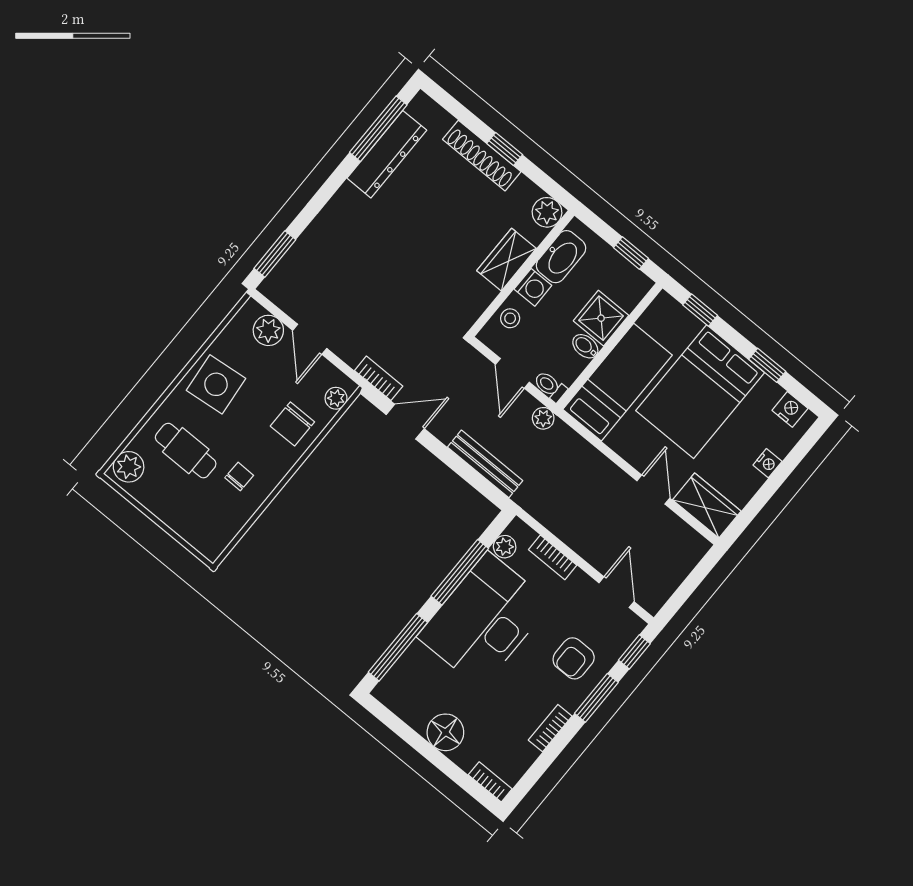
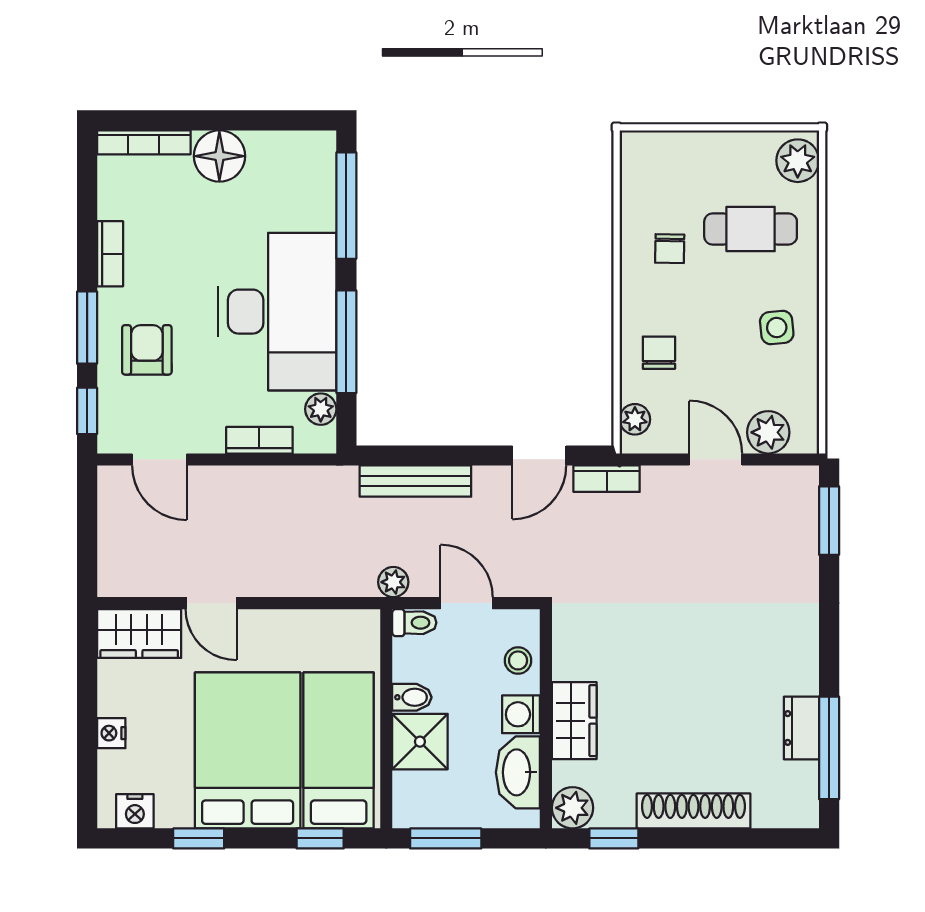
window: (505, 149) -> (614, 838), moved
dresser: (387, 154) -> (801, 728), width x0.51, depth x0.80
window: (631, 253) -> (446, 838), width x1.50
bed: (618, 382) -> (339, 750), moved, turned 180
side table: (216, 384) -> (777, 328), width x0.54, depth x0.54
chair: (292, 424) -> (659, 353), width x0.73, depth x0.73
bookcase: (490, 782) -> (144, 142), width x1.56

